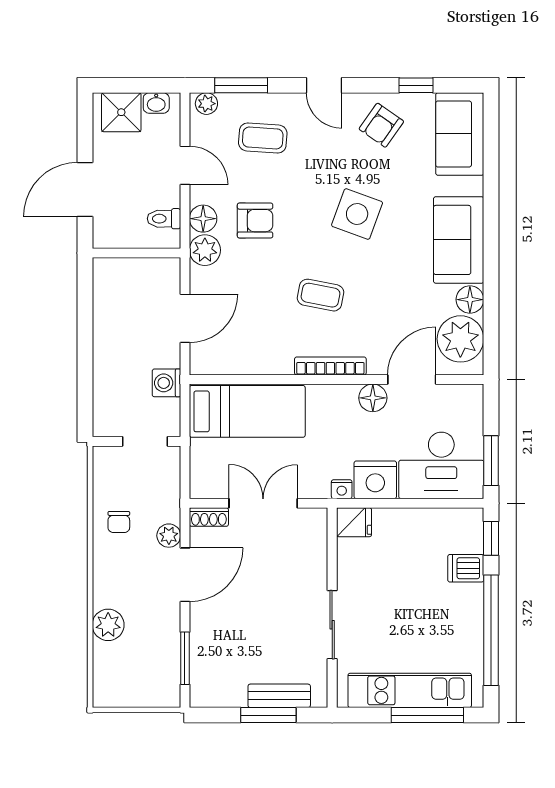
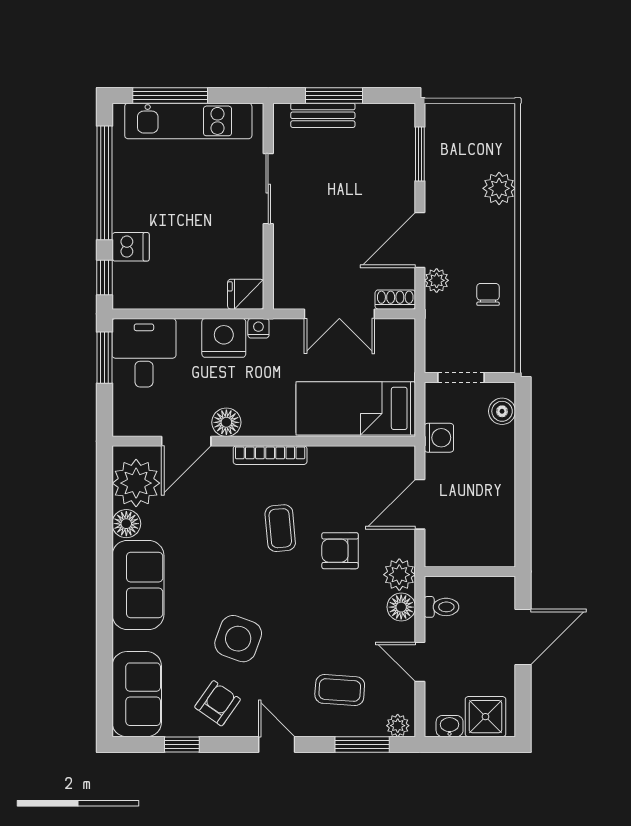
side table: (357, 214) -> (238, 639), moved
armchair: (255, 221) -> (340, 551), moved
coffee table: (321, 295) -> (280, 528), turned 74
boiler: (105, 409) -> (502, 411), added
desk: (441, 465) -> (144, 353), width x0.73

